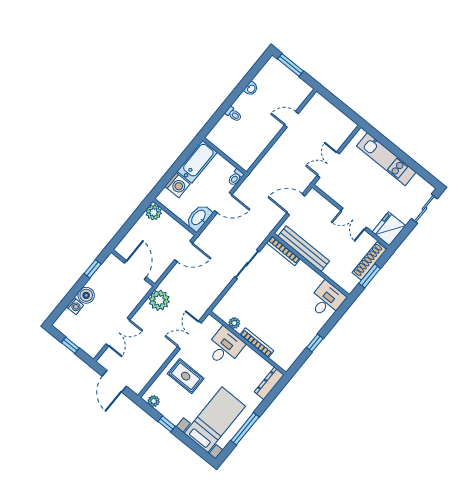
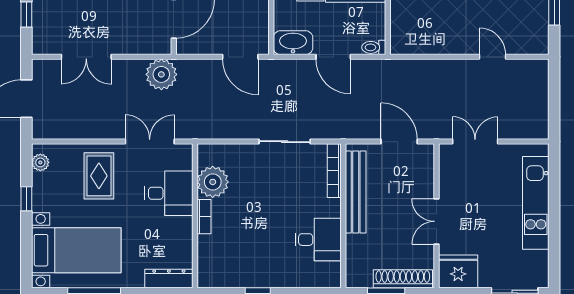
desk: (327, 300) -> (318, 240), moved
plant: (234, 323) -> (213, 182), width x1.88, depth x1.88
bookcase: (257, 343) -> (204, 217), width x0.64

